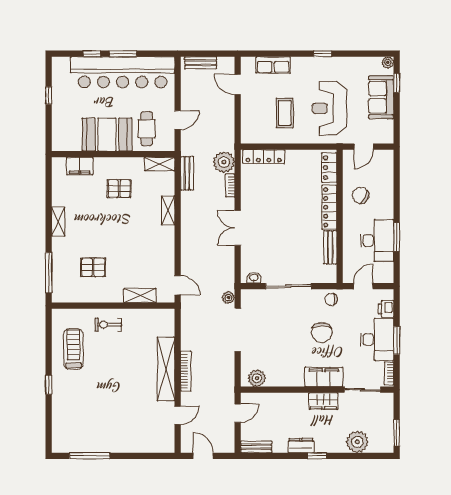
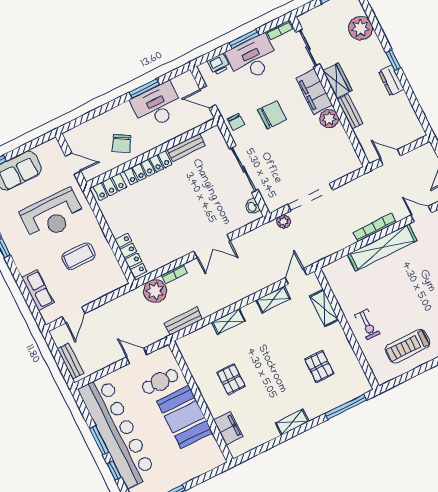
shelving: (160, 164) -> (273, 300), moved, turned 90
plant: (257, 378) -> (329, 119), moved
bench: (256, 447) -> (350, 111), moved

